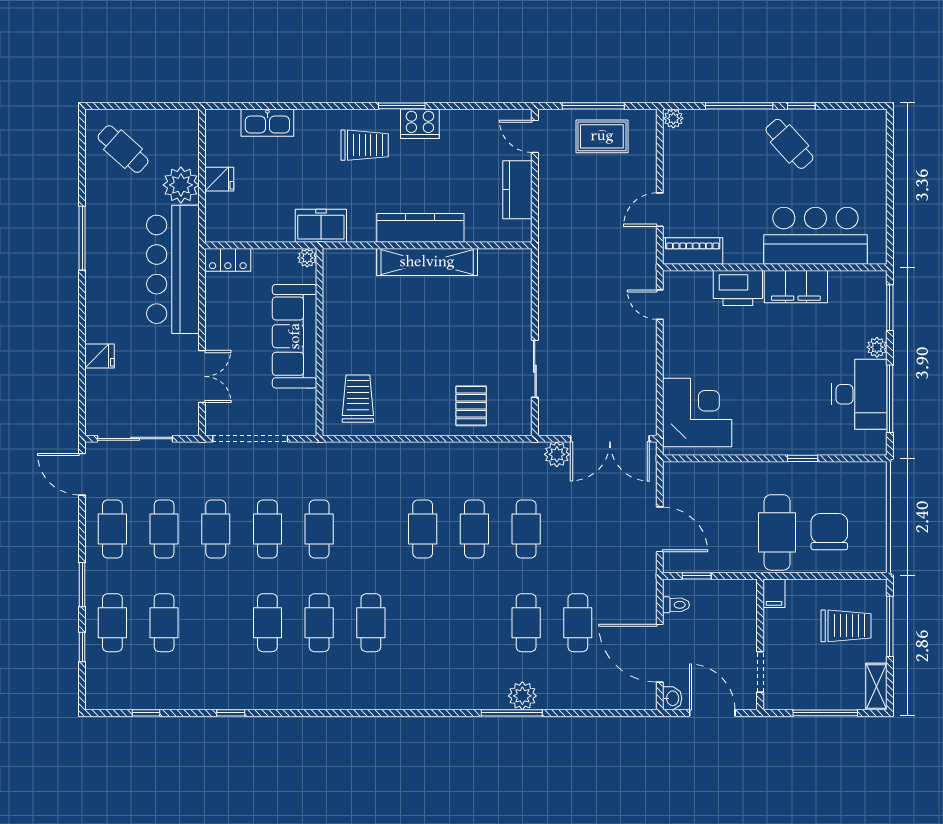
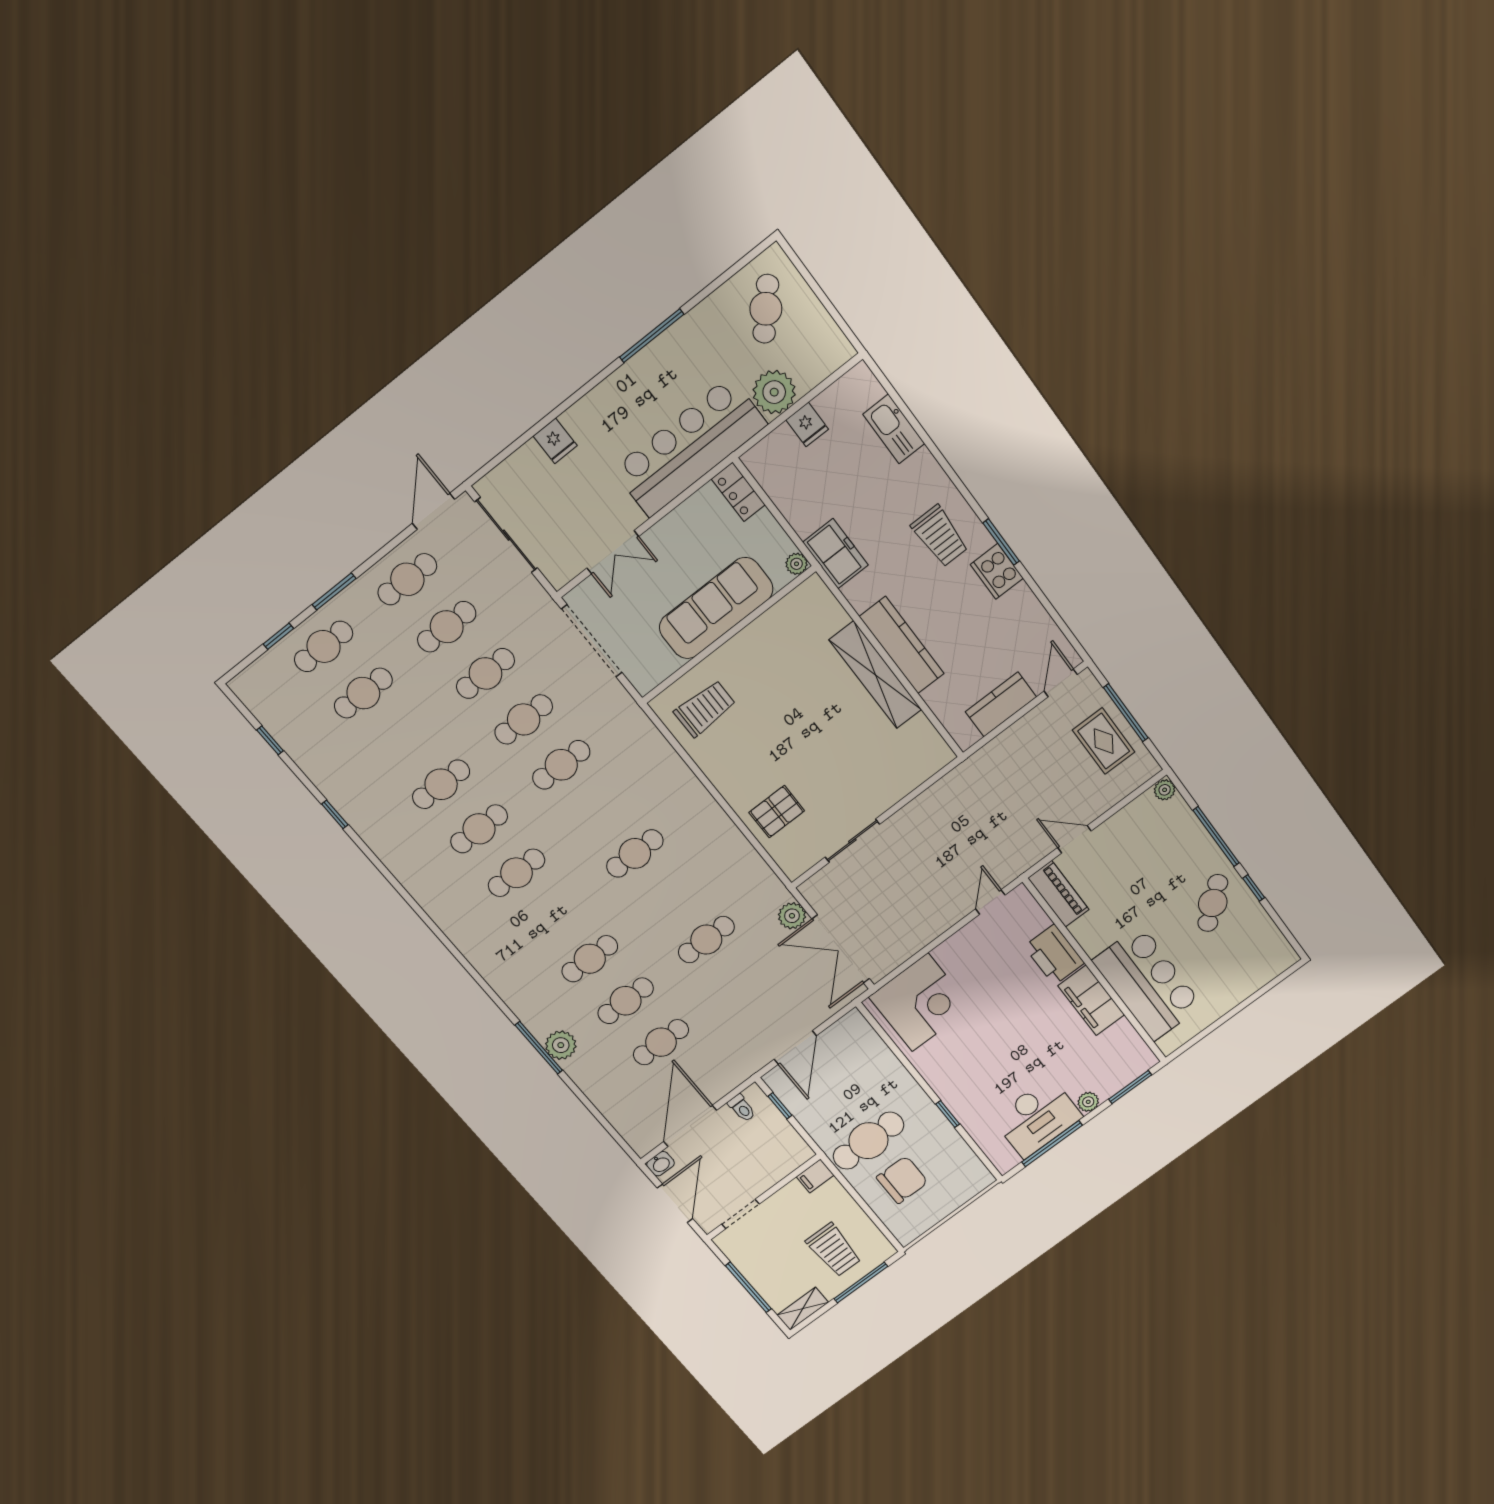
cafe table: (474, 529) -> (590, 959), moved

